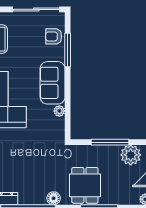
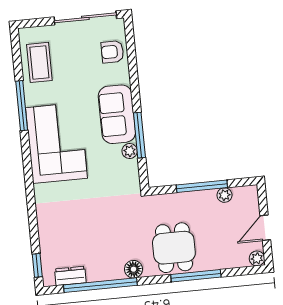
window: (68, 50) -> (139, 135), moved
plant: (131, 155) -> (224, 195), width x0.53, depth x0.53

